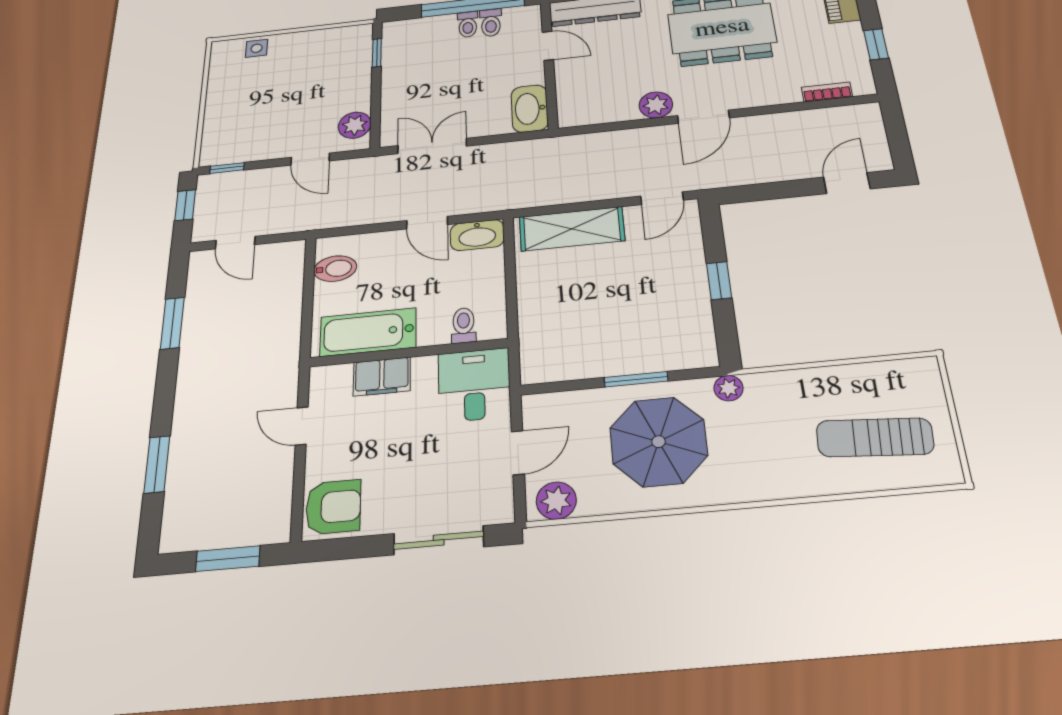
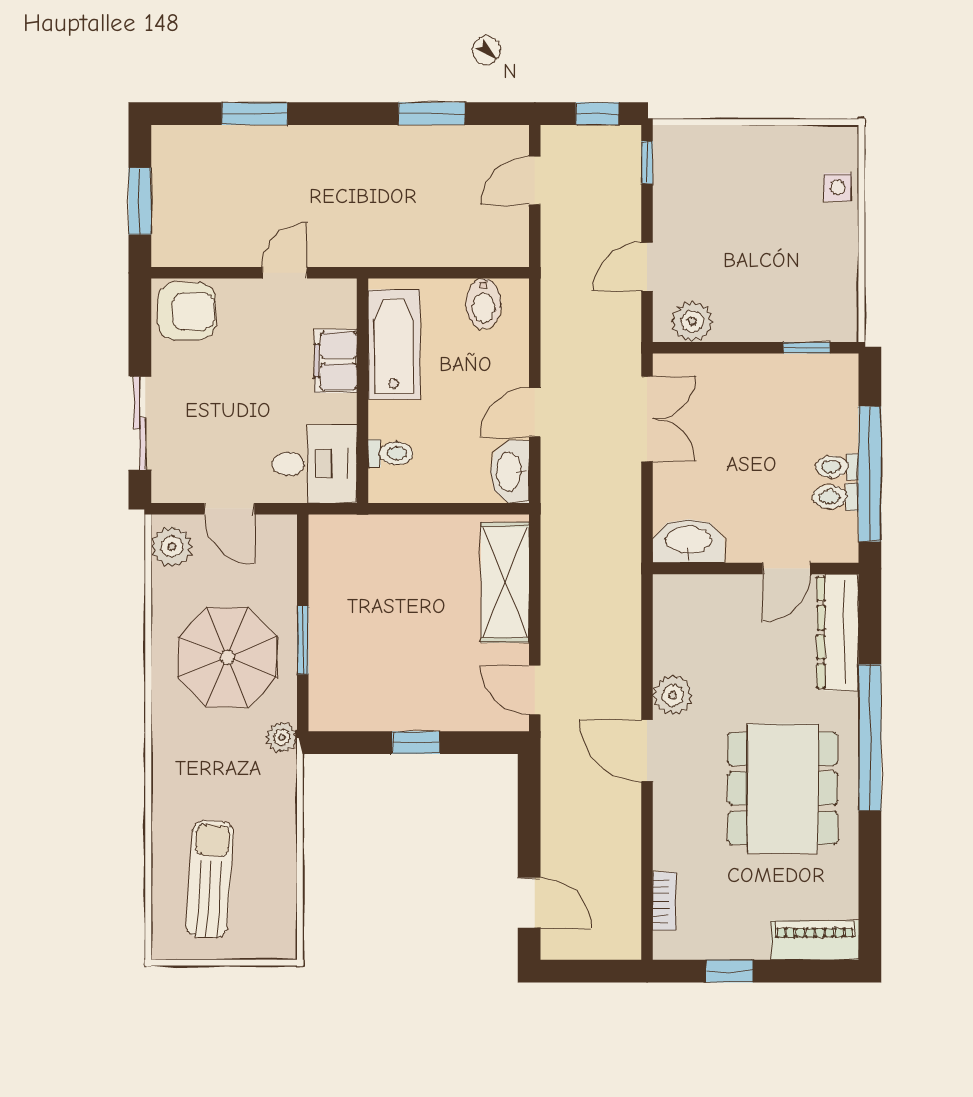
armchair: (333, 507) -> (187, 311), turned -90

